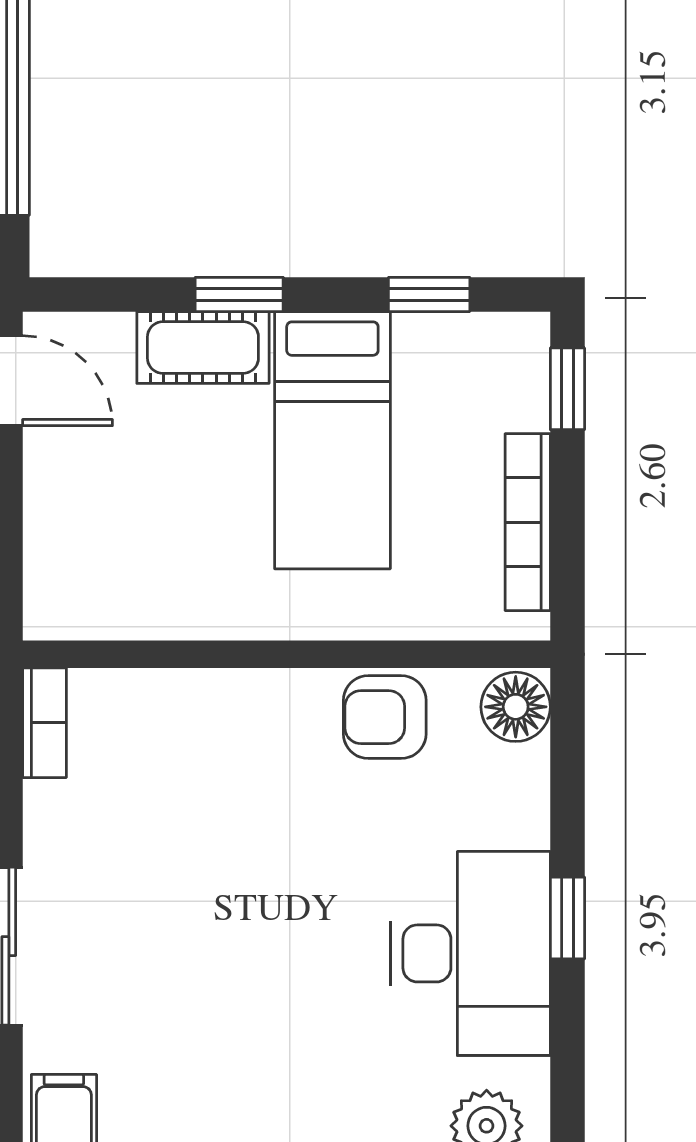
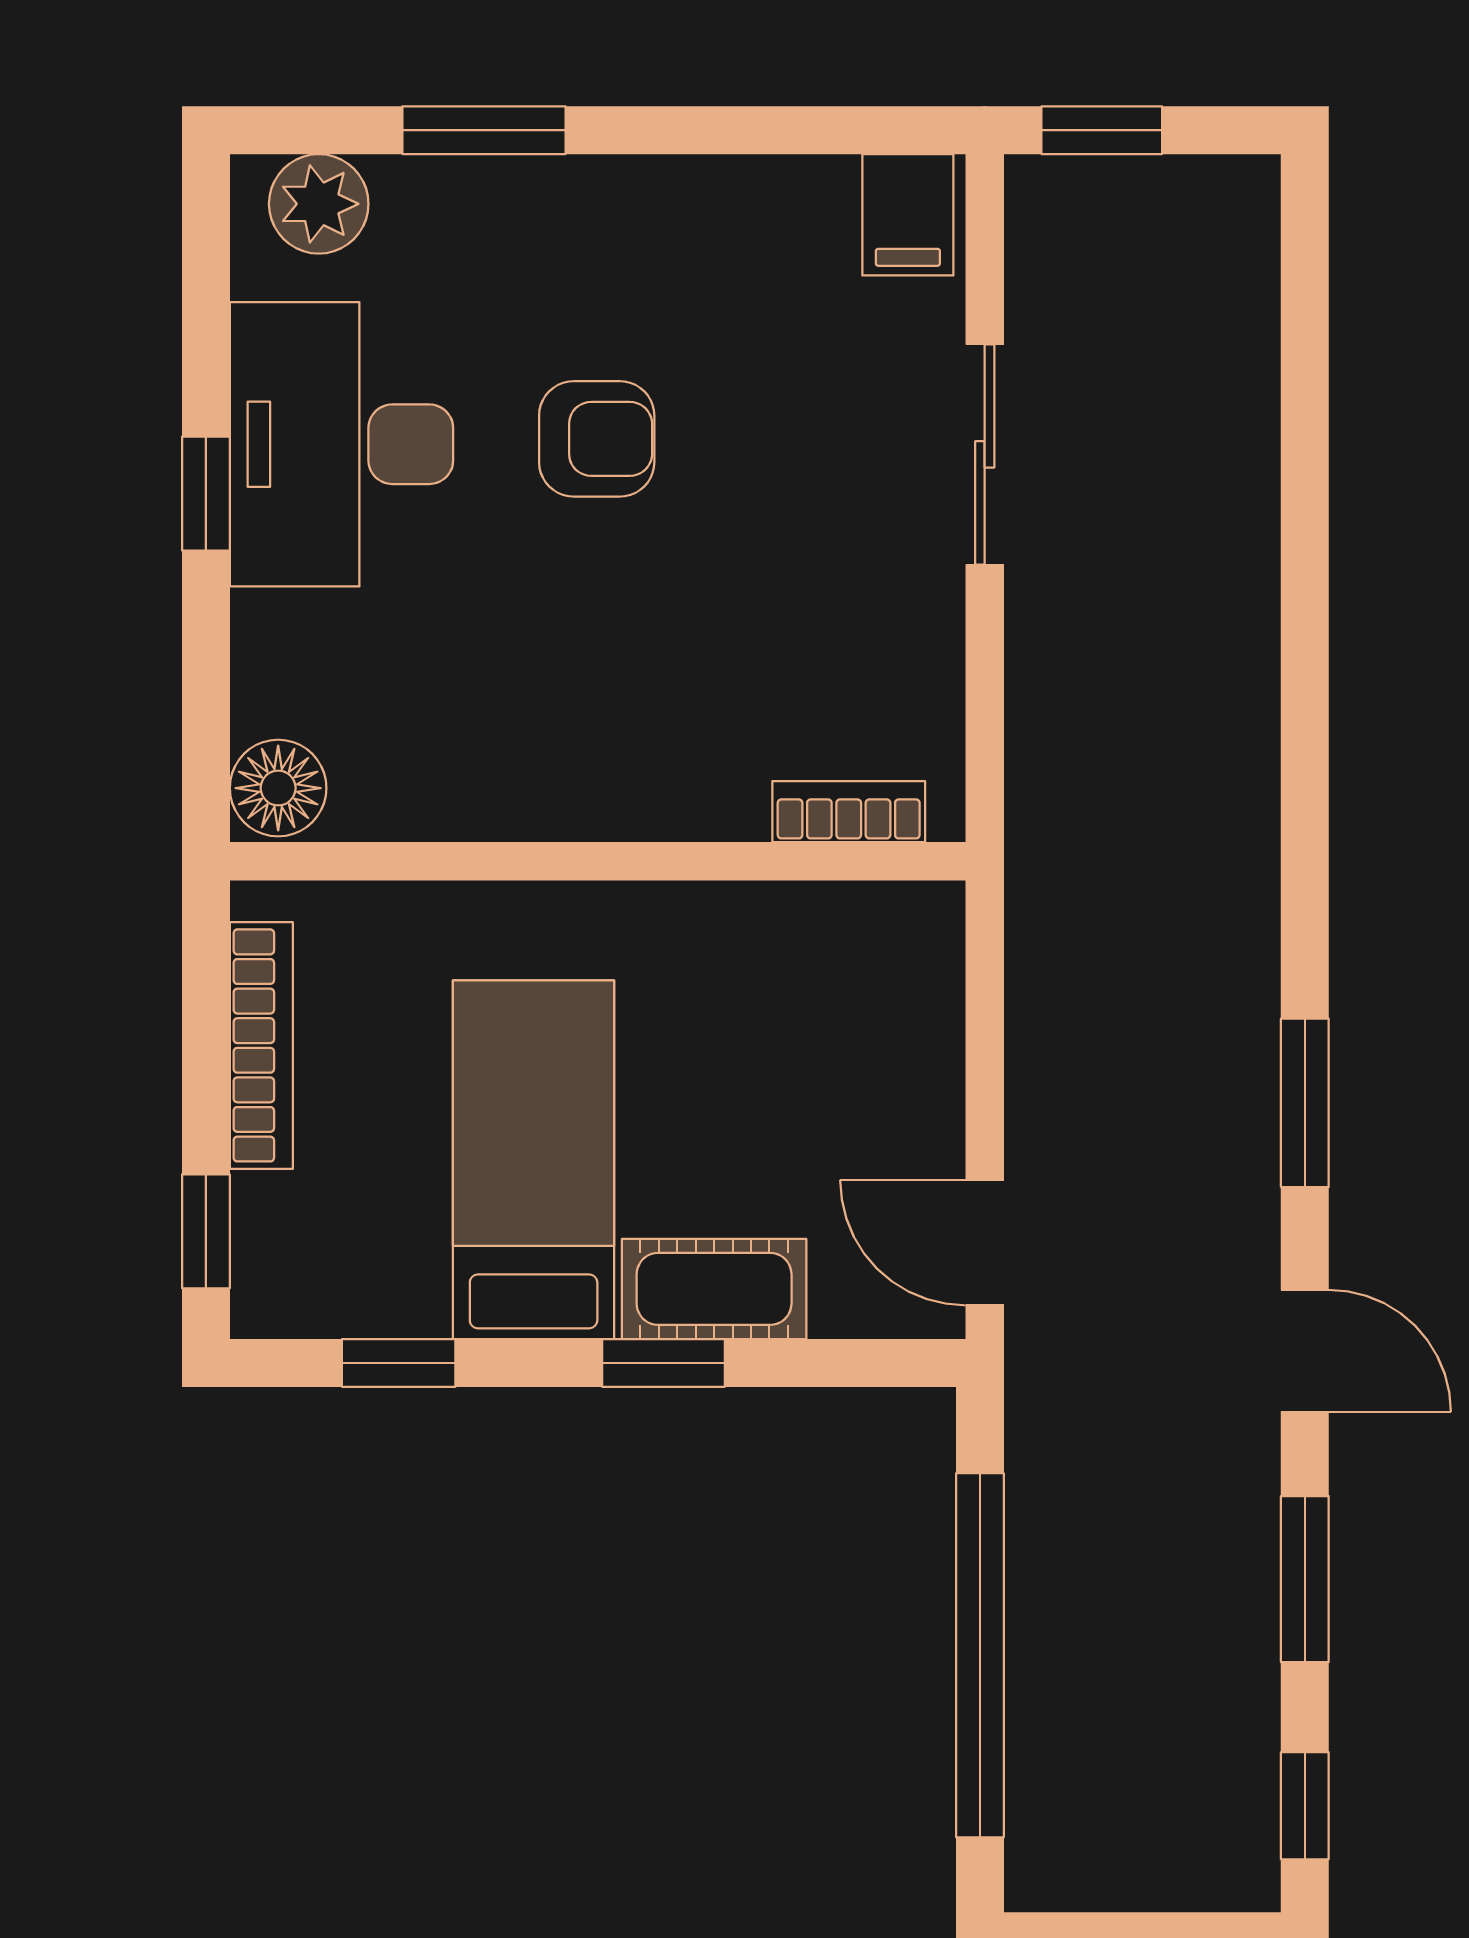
armchair: (385, 717) -> (597, 439), moved
bookcase: (44, 723) -> (849, 812), moved, turned 90

